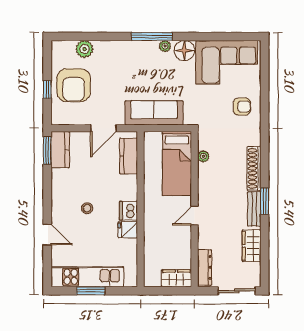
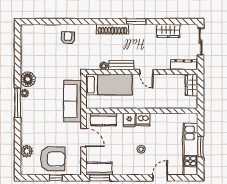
corner sofa: (227, 62) -> (36, 49), removed
bench: (254, 209) -> (121, 65), moved
fridge: (128, 230) -> (129, 120), moved

